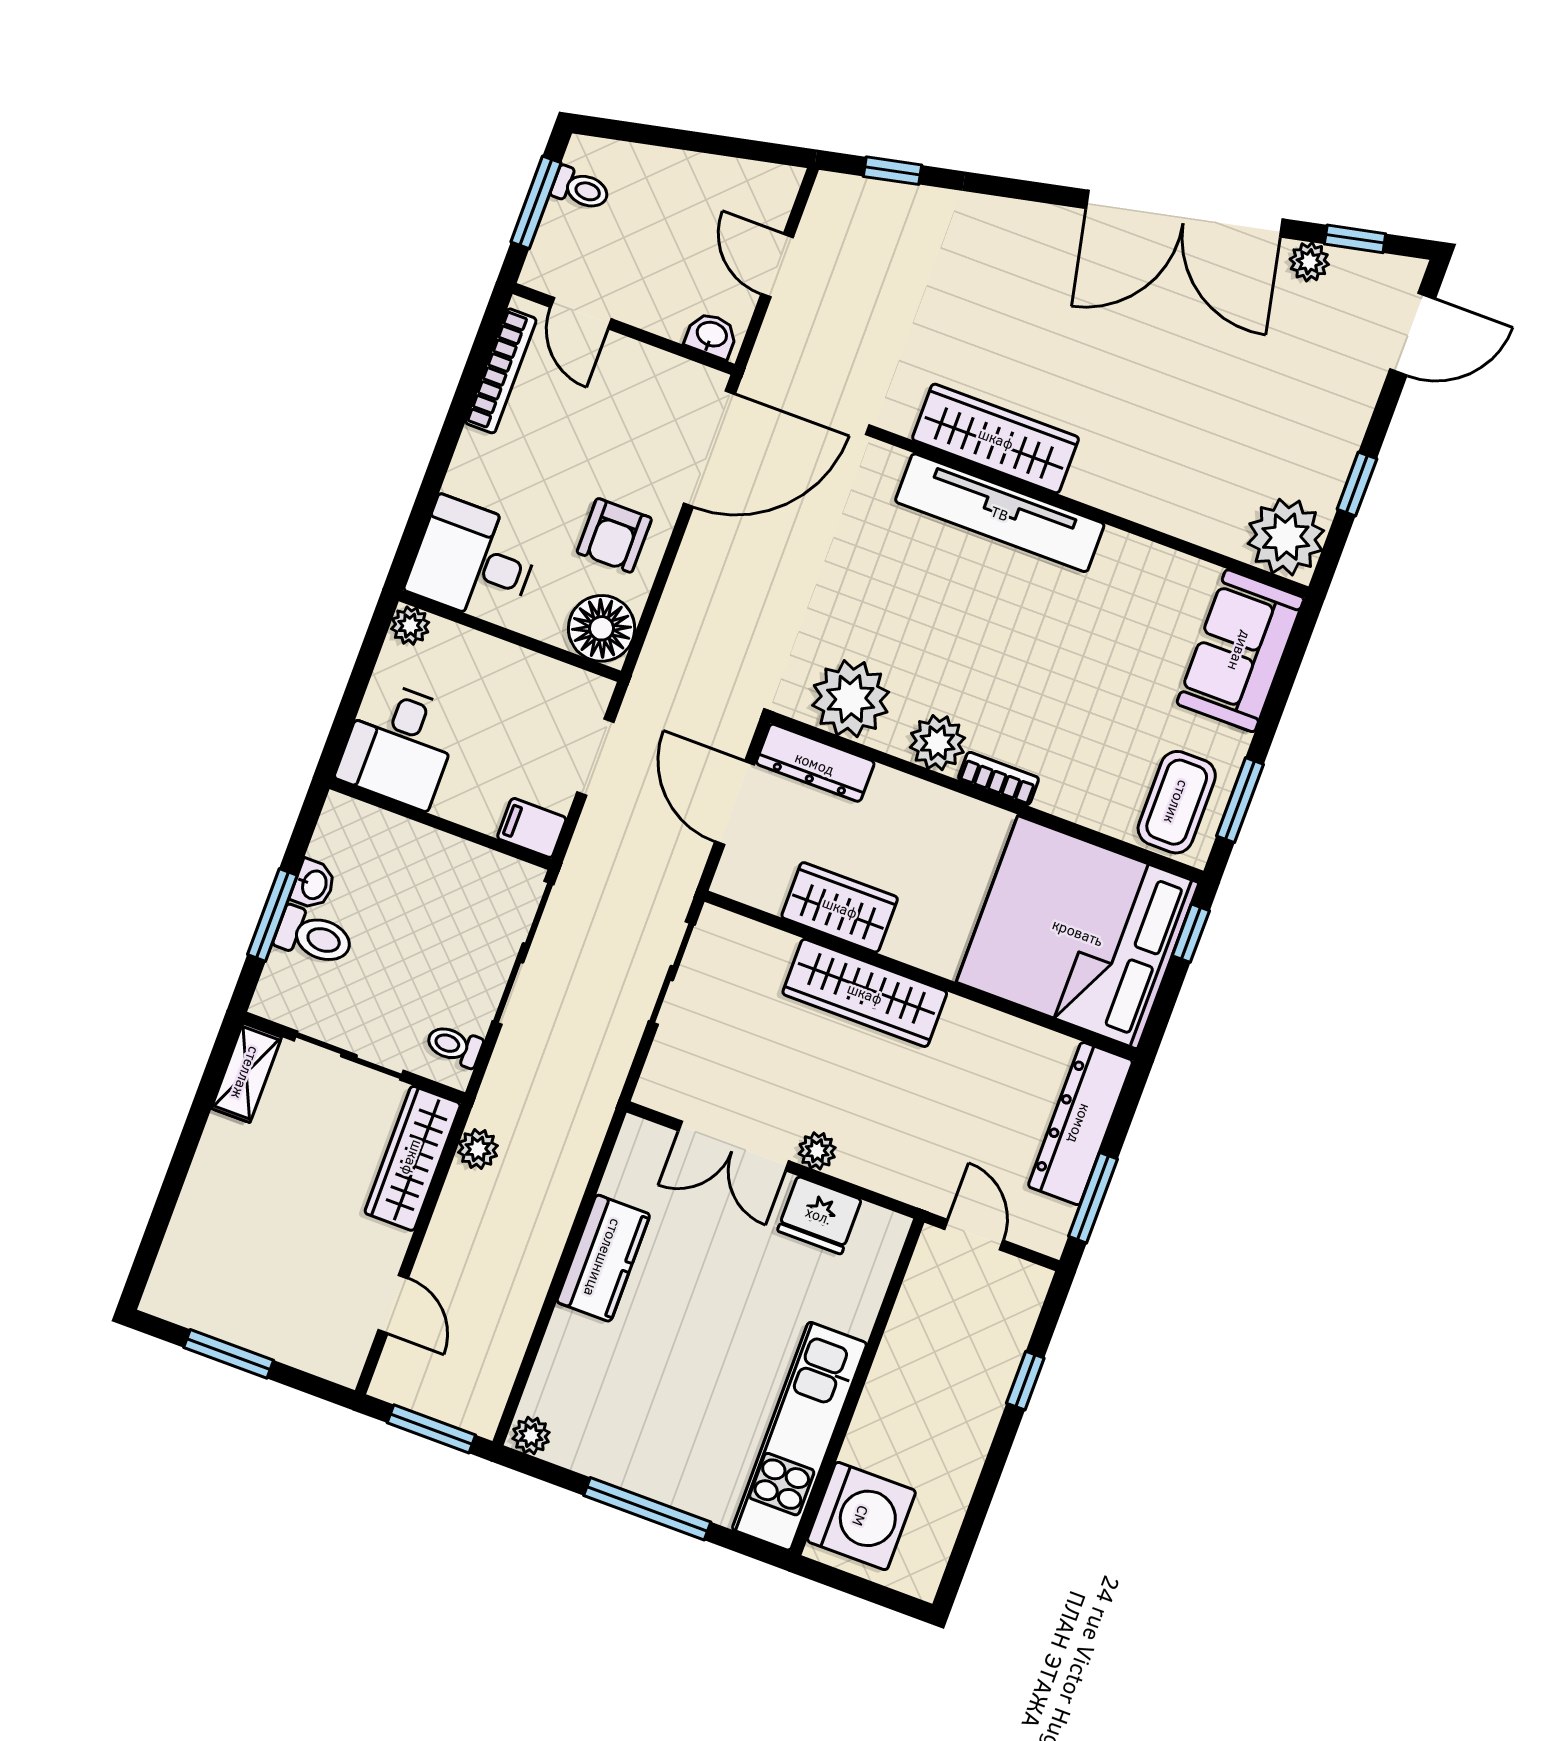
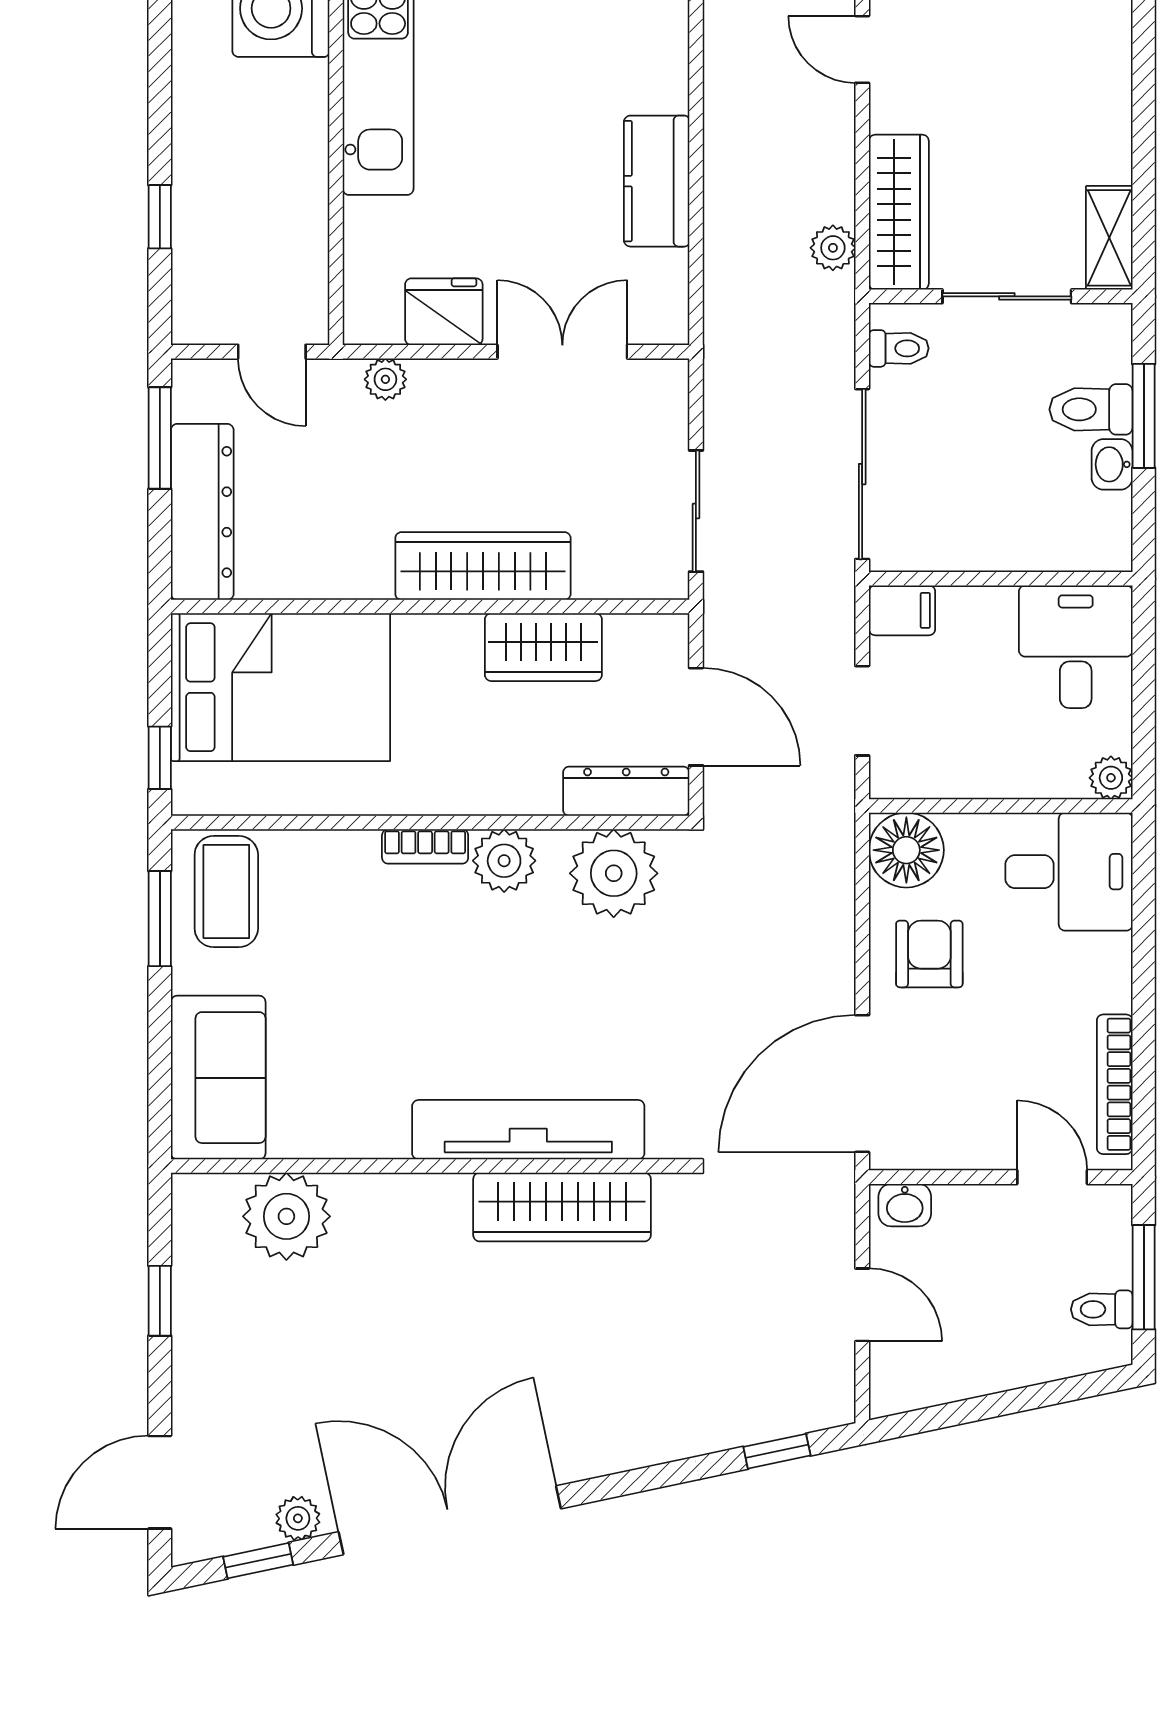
plant: (1286, 537) -> (286, 1216), moved
bed: (1078, 932) -> (280, 687), width x0.73
plant: (817, 1151) -> (385, 379), moved

